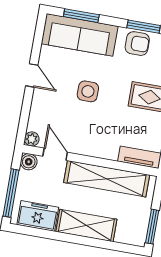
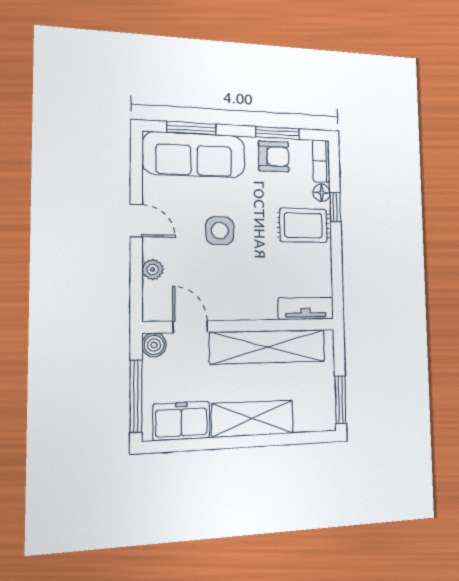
plant: (32, 139) -> (153, 270), moved

